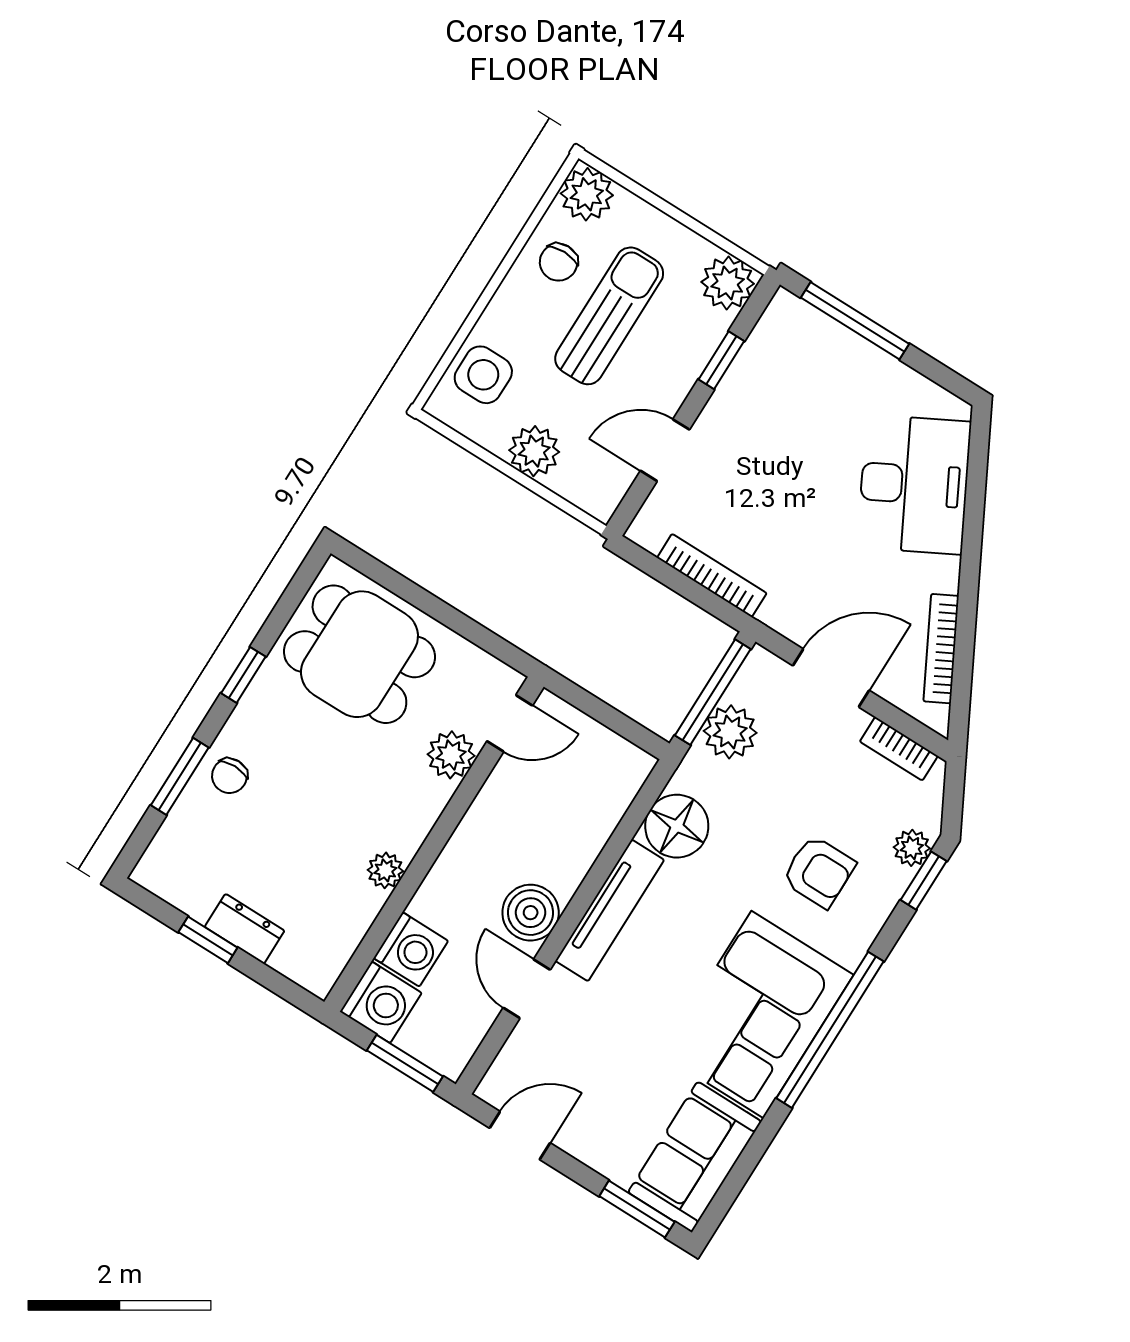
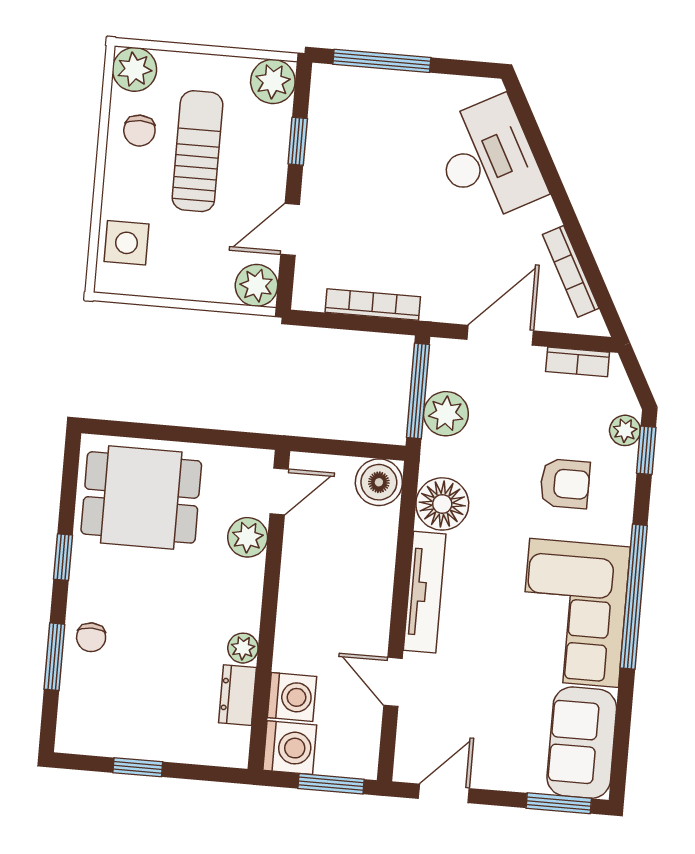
plant: (534, 451) -> (256, 285), moved
boiler: (531, 913) -> (379, 482), moved
dresser: (245, 929) -> (237, 695), moved, turned -90

